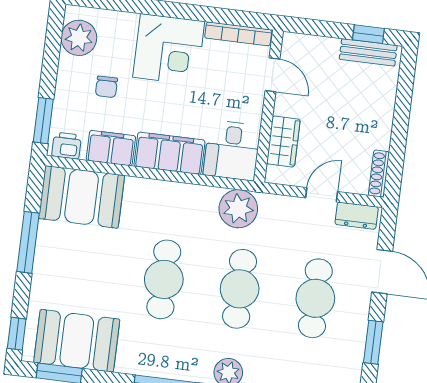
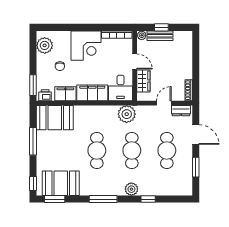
window: (368, 34) -> (161, 27), moved
plant: (292, 42) -> (142, 35), added
bench: (368, 52) -> (160, 36), moved
door: (272, 75) -> (135, 62), moved

